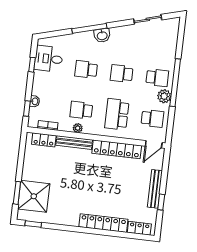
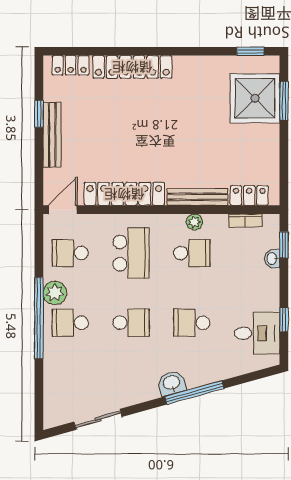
school desk: (86, 69) -> (192, 323), turned 180

